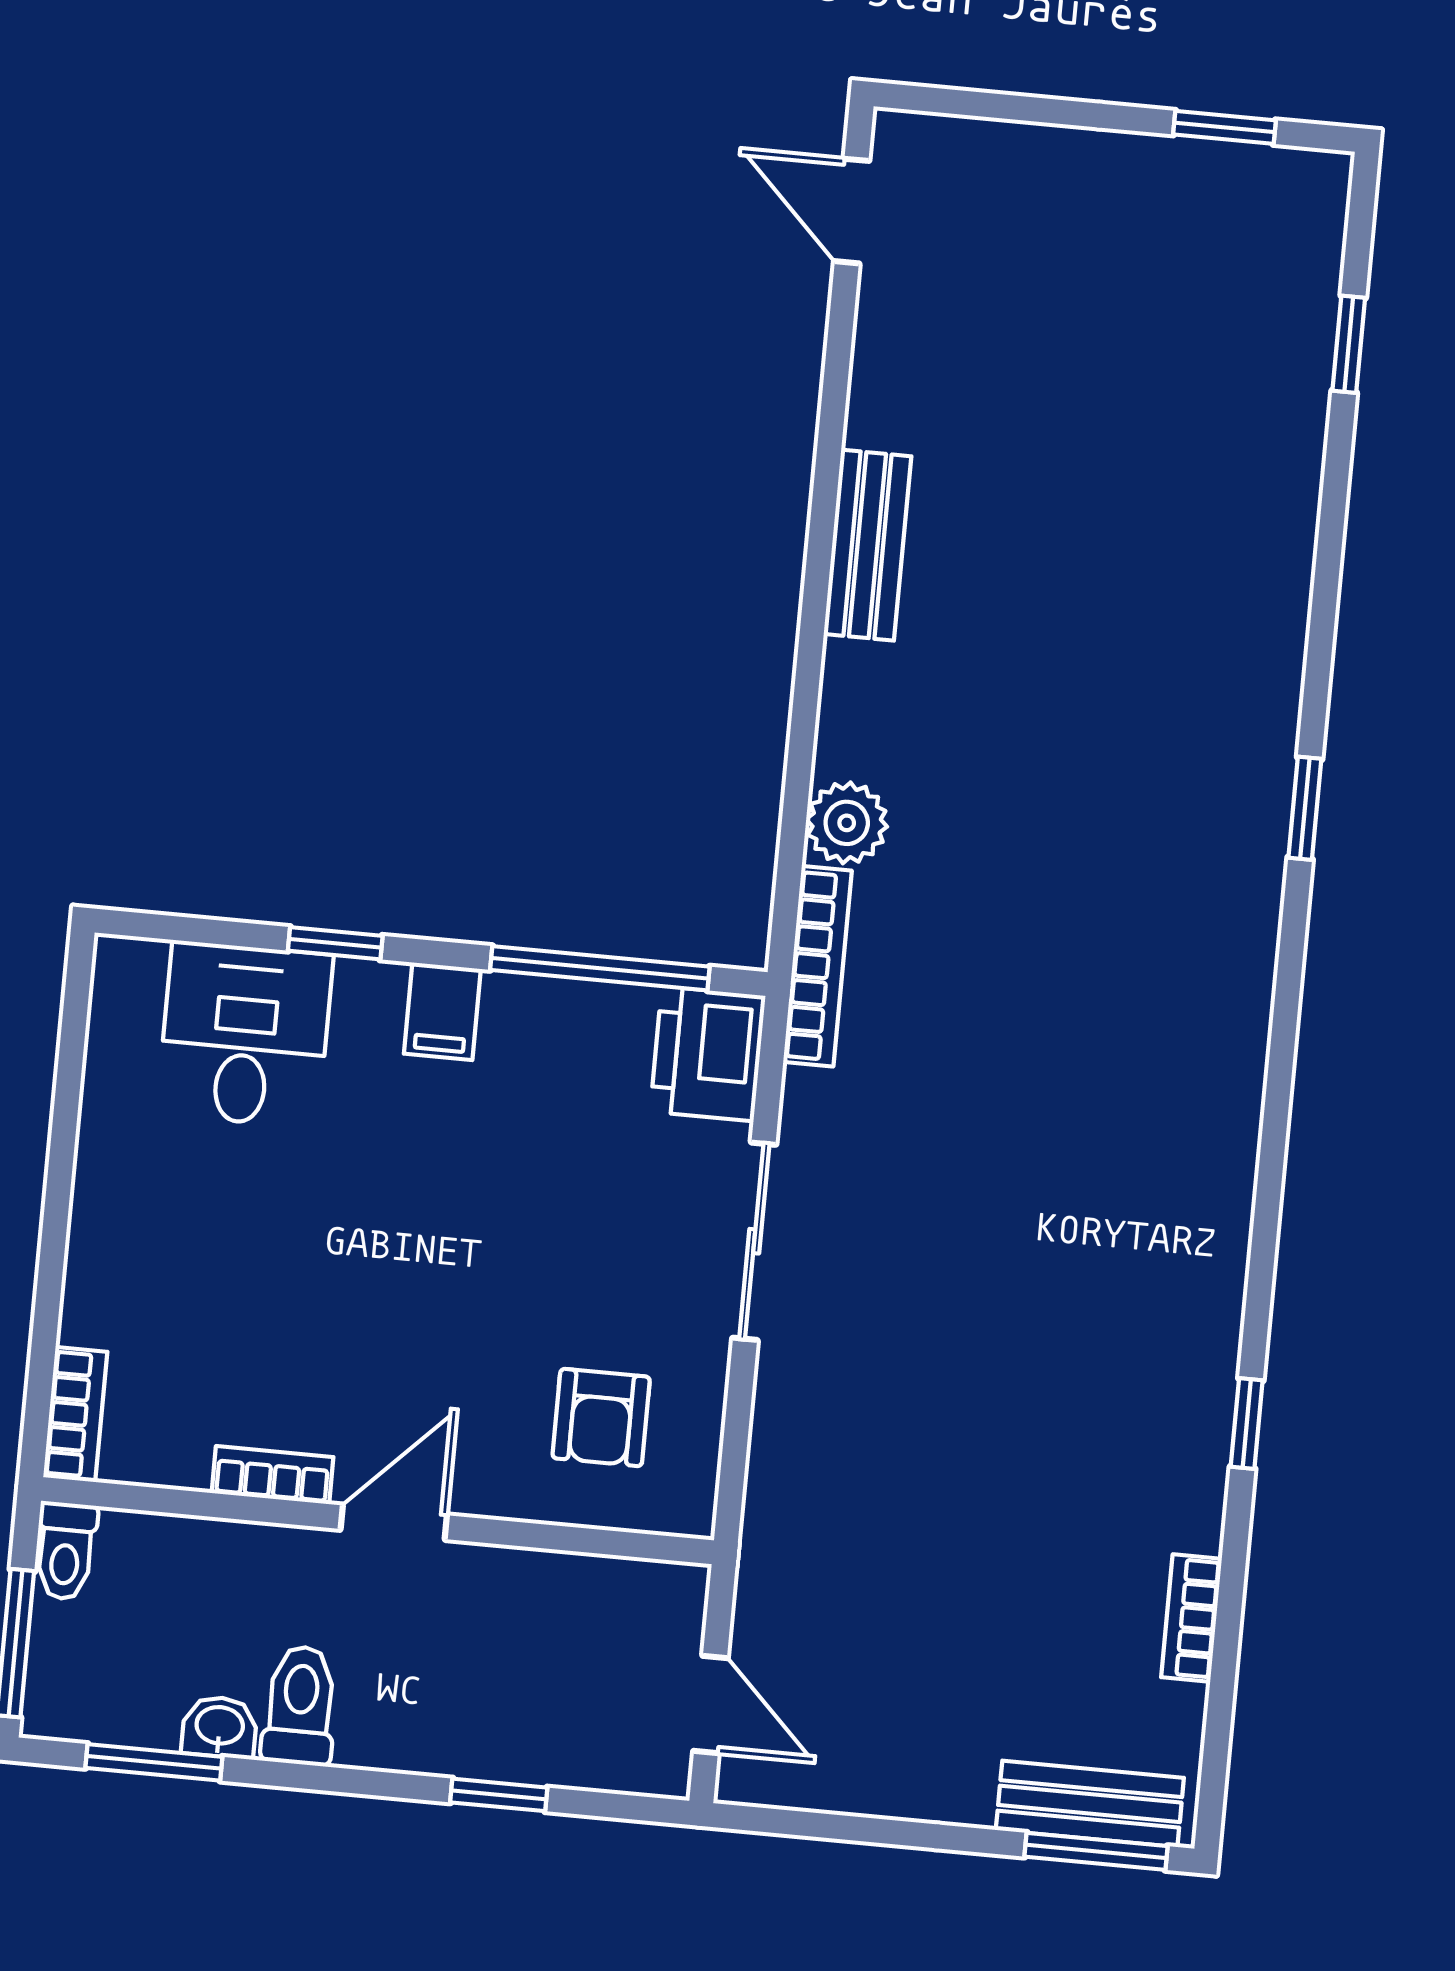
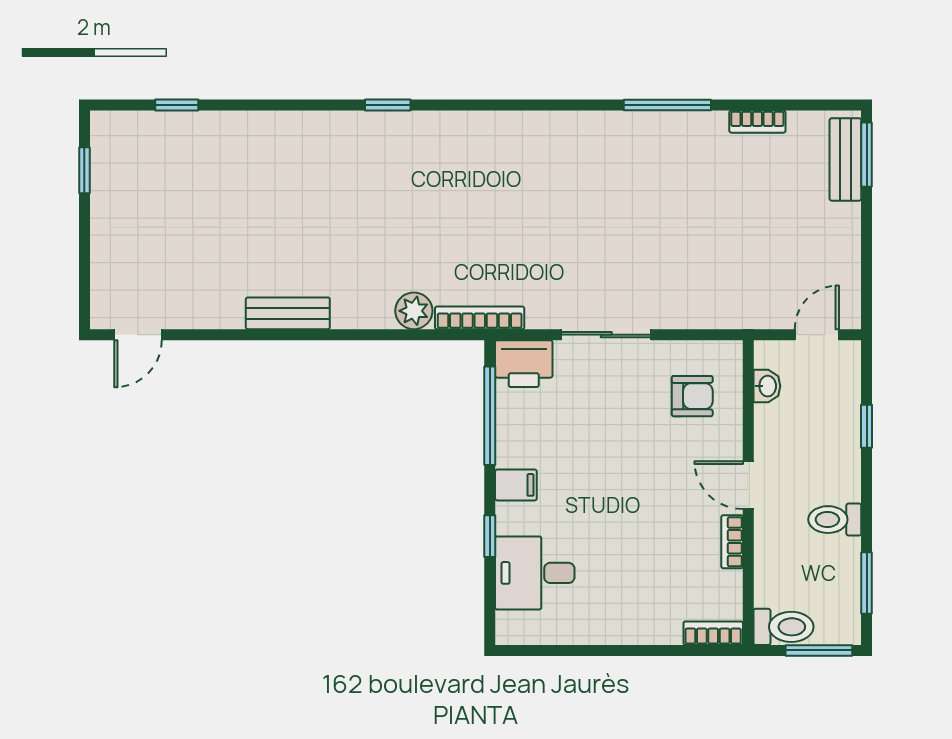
window: (1247, 1423) -> (667, 105), width x2.17
toilet: (65, 1551) -> (783, 627), width x1.37, depth x1.39
washbasin: (220, 1727) -> (767, 386), moved, turned 180

